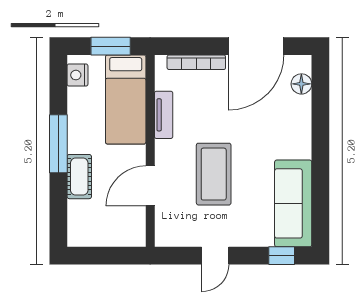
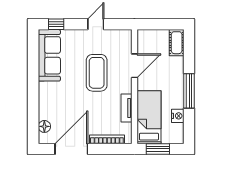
nightstand: (77, 75) -> (178, 116), moved
cot: (79, 177) -> (177, 43), moved

